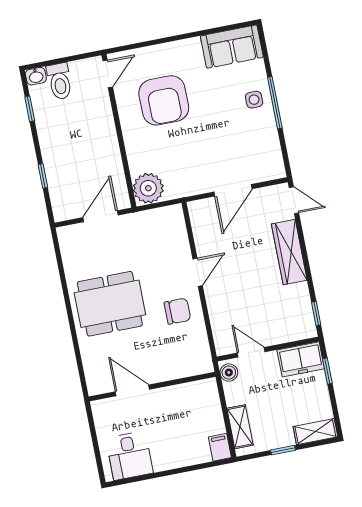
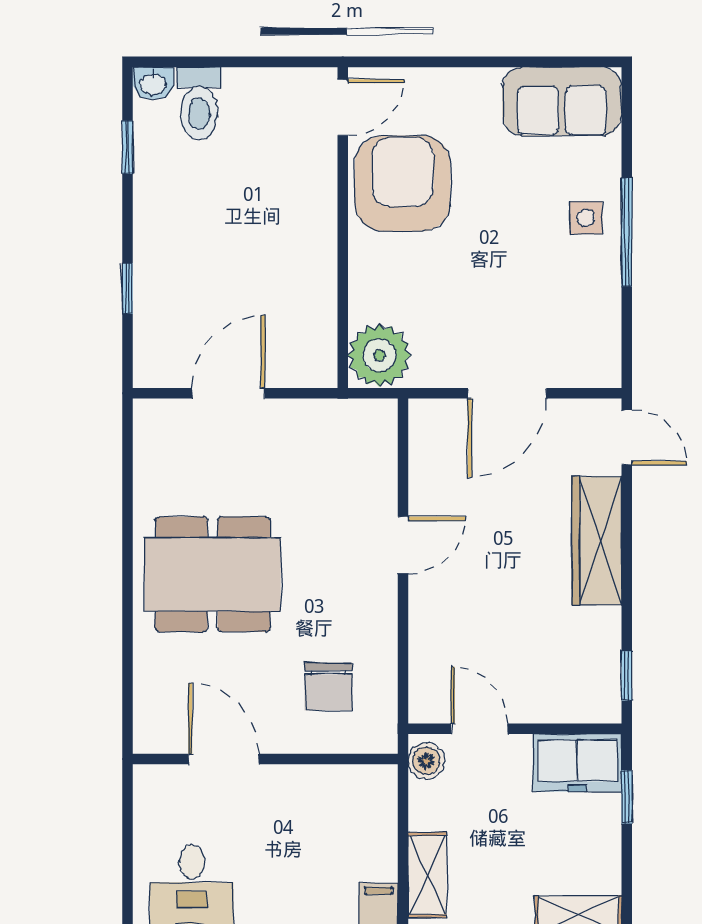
door: (108, 74) -> (343, 107), moved
armchair: (164, 100) -> (403, 183), turned 180
wall: (119, 131) -> (343, 228), moved
plant: (148, 188) -> (379, 355), moved
chair: (177, 311) -> (328, 687), moved, turned 90

